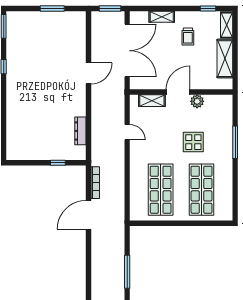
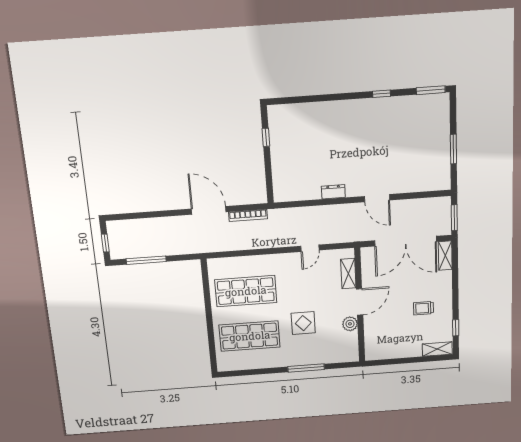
shelving: (162, 17) -> (445, 256), moved
shelving: (225, 59) -> (400, 350), removed
door: (178, 92) -> (360, 302), hinge flipped
dresser: (80, 131) -> (333, 192), moved, width x0.70
window: (58, 163) -> (266, 137), moved

